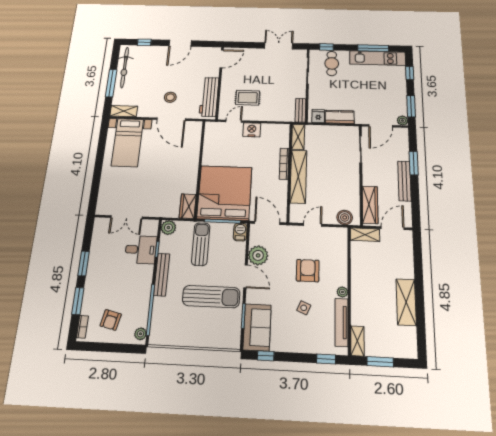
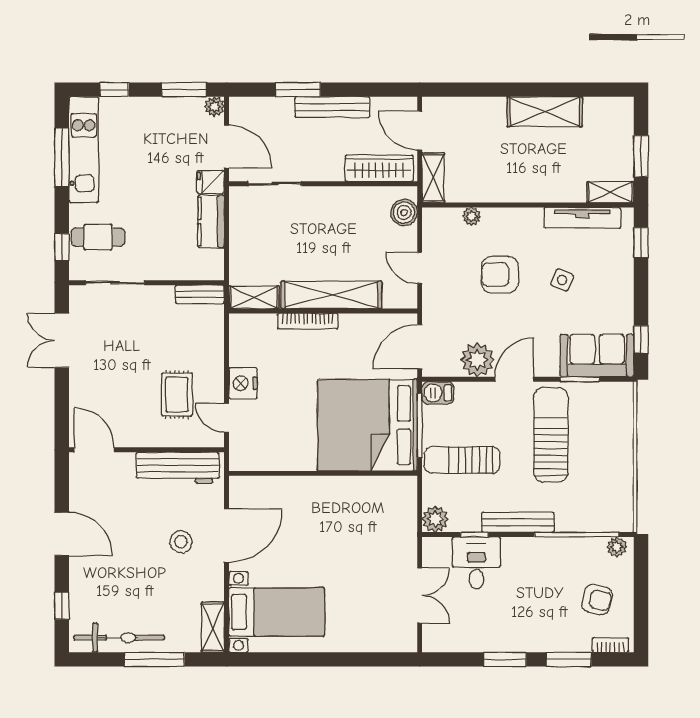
fridge: (318, 116) -> (211, 182), moved
wardrobe: (188, 206) -> (395, 489), removed
plant: (342, 292) -> (472, 216), moved

